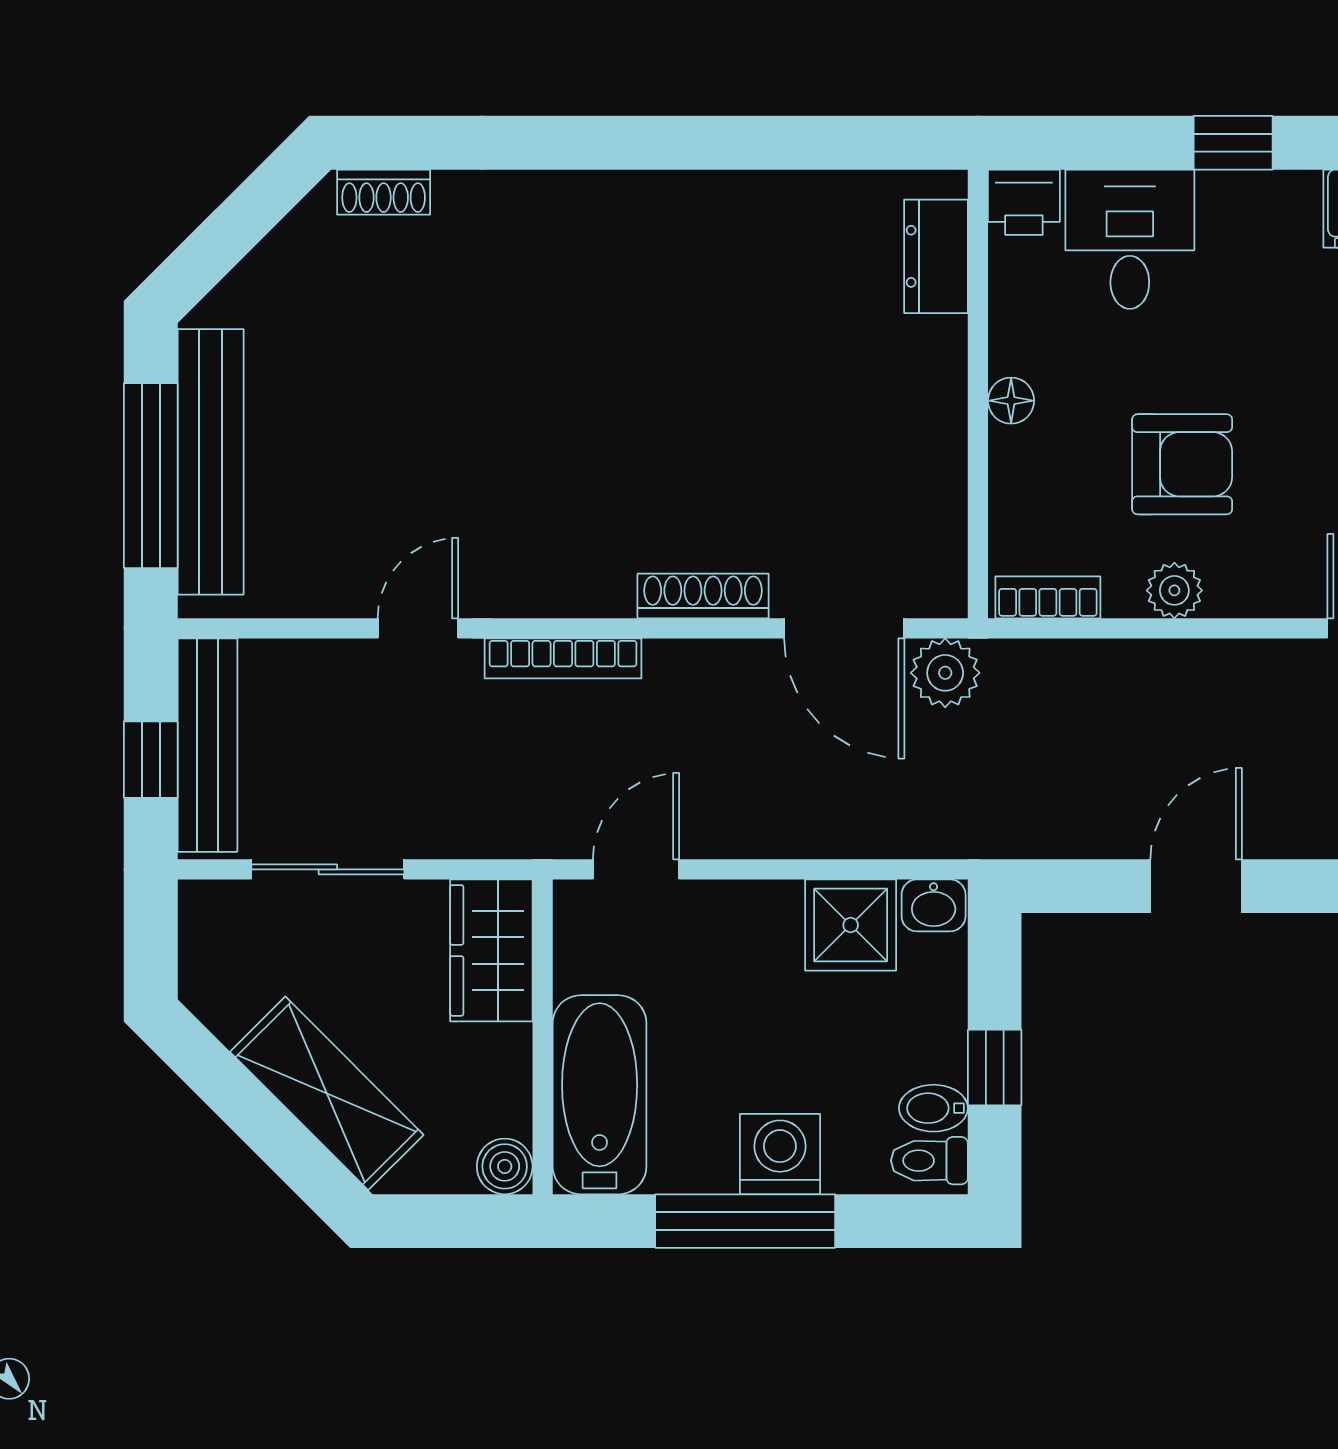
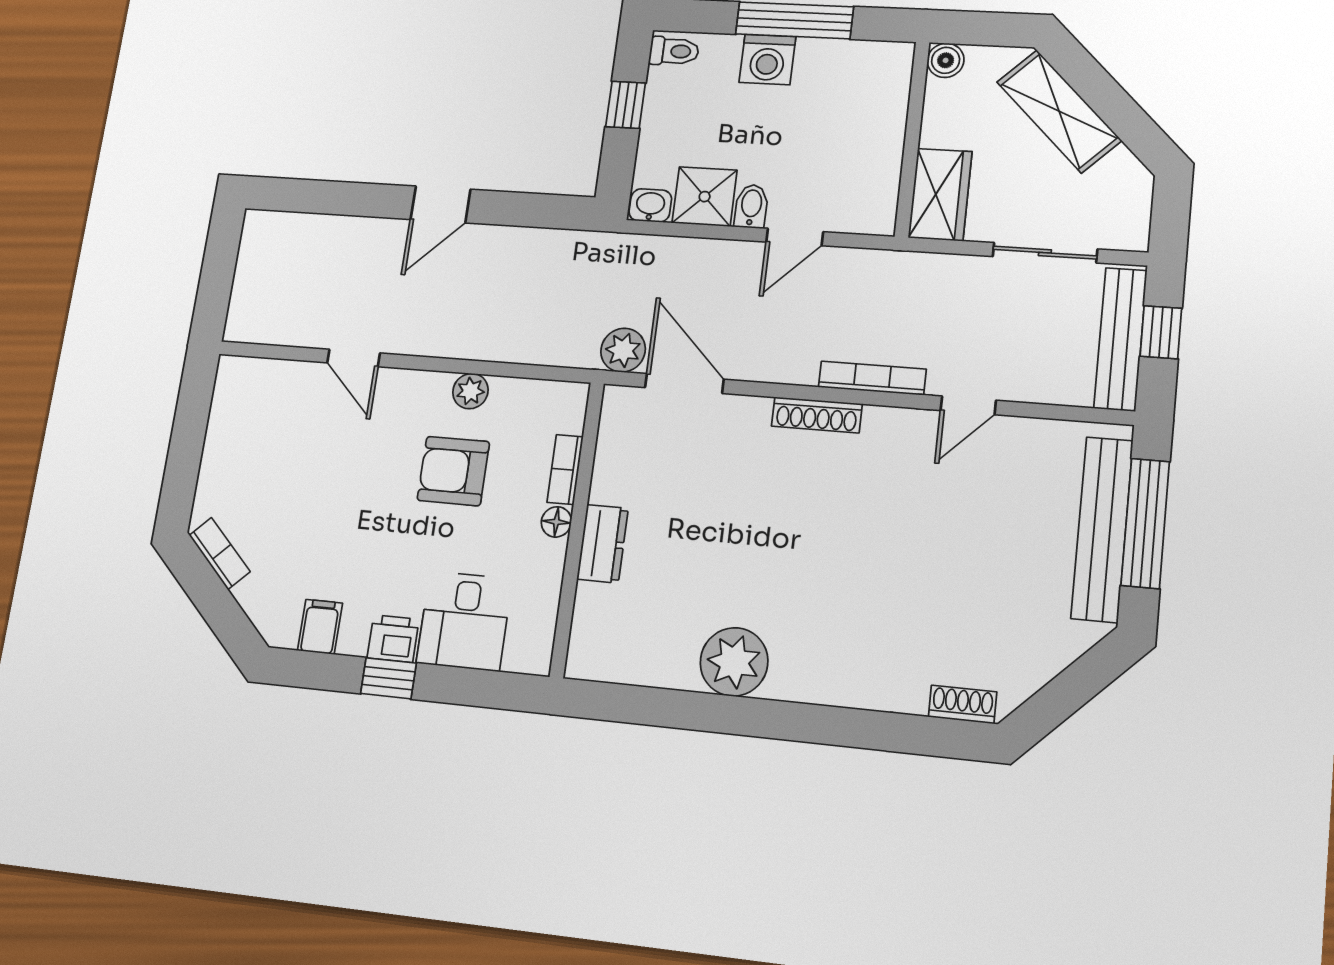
printer: (1024, 202) -> (393, 639), moved
plant: (718, 219) -> (734, 662), added
dresser: (936, 256) -> (603, 544), moved
shoe rack: (703, 596) -> (817, 415), moved
bookcase: (1048, 597) -> (565, 469), moved, turned 90
door: (636, 869) -> (795, 237), moved
door: (1196, 886) -> (441, 204), moved
bathtub: (600, 1095) -> (879, 101), removed
bidet: (933, 1108) -> (751, 206), moved, turned -90

